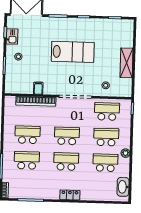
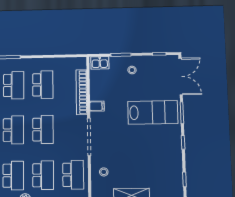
kitchen sink: (12, 36) -> (100, 63), moved
lab bench: (73, 52) -> (153, 112), moved, turned -90
filing cabinet: (38, 88) -> (97, 106), moved

